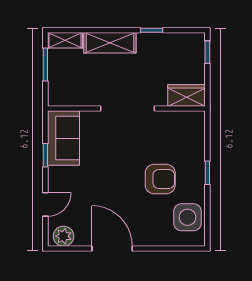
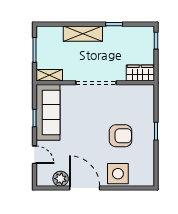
shelving: (65, 40) -> (49, 75), moved
sofa: (63, 138) -> (48, 112), width x1.36
door: (45, 204) -> (34, 155), hinge flipped
side table: (188, 217) -> (118, 174), moved
plant: (63, 236) -> (61, 179), moved

